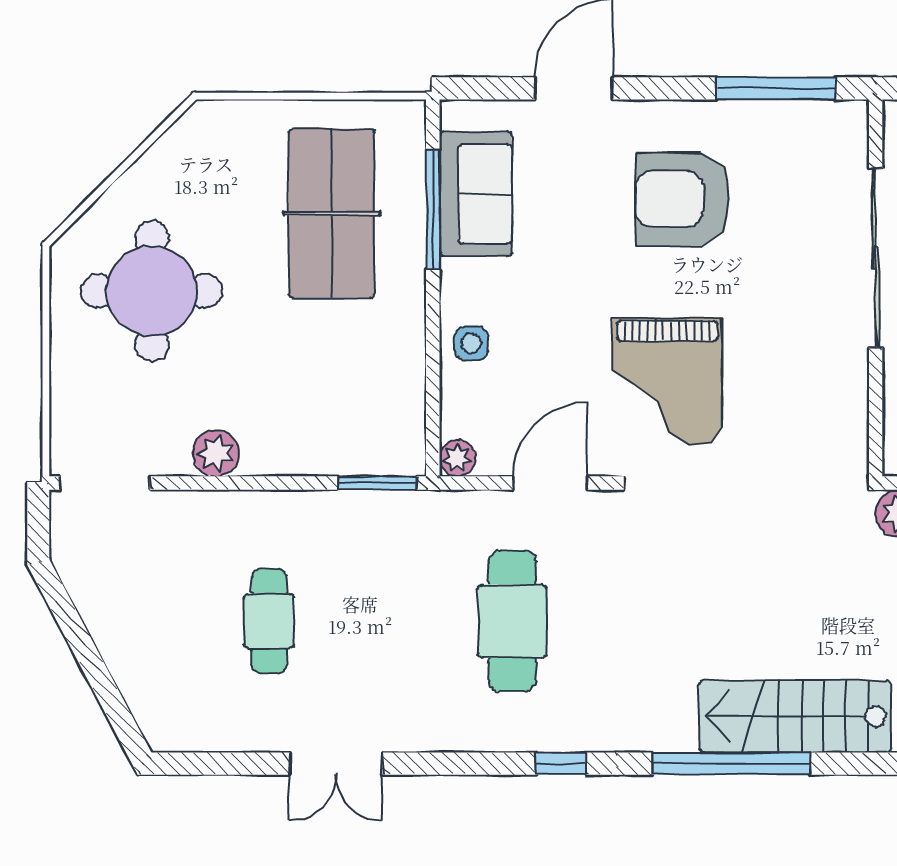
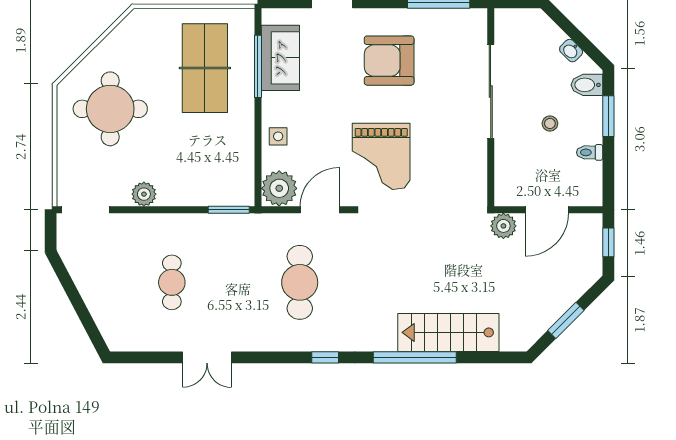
plant: (457, 458) -> (279, 188), width x1.88, depth x1.88

